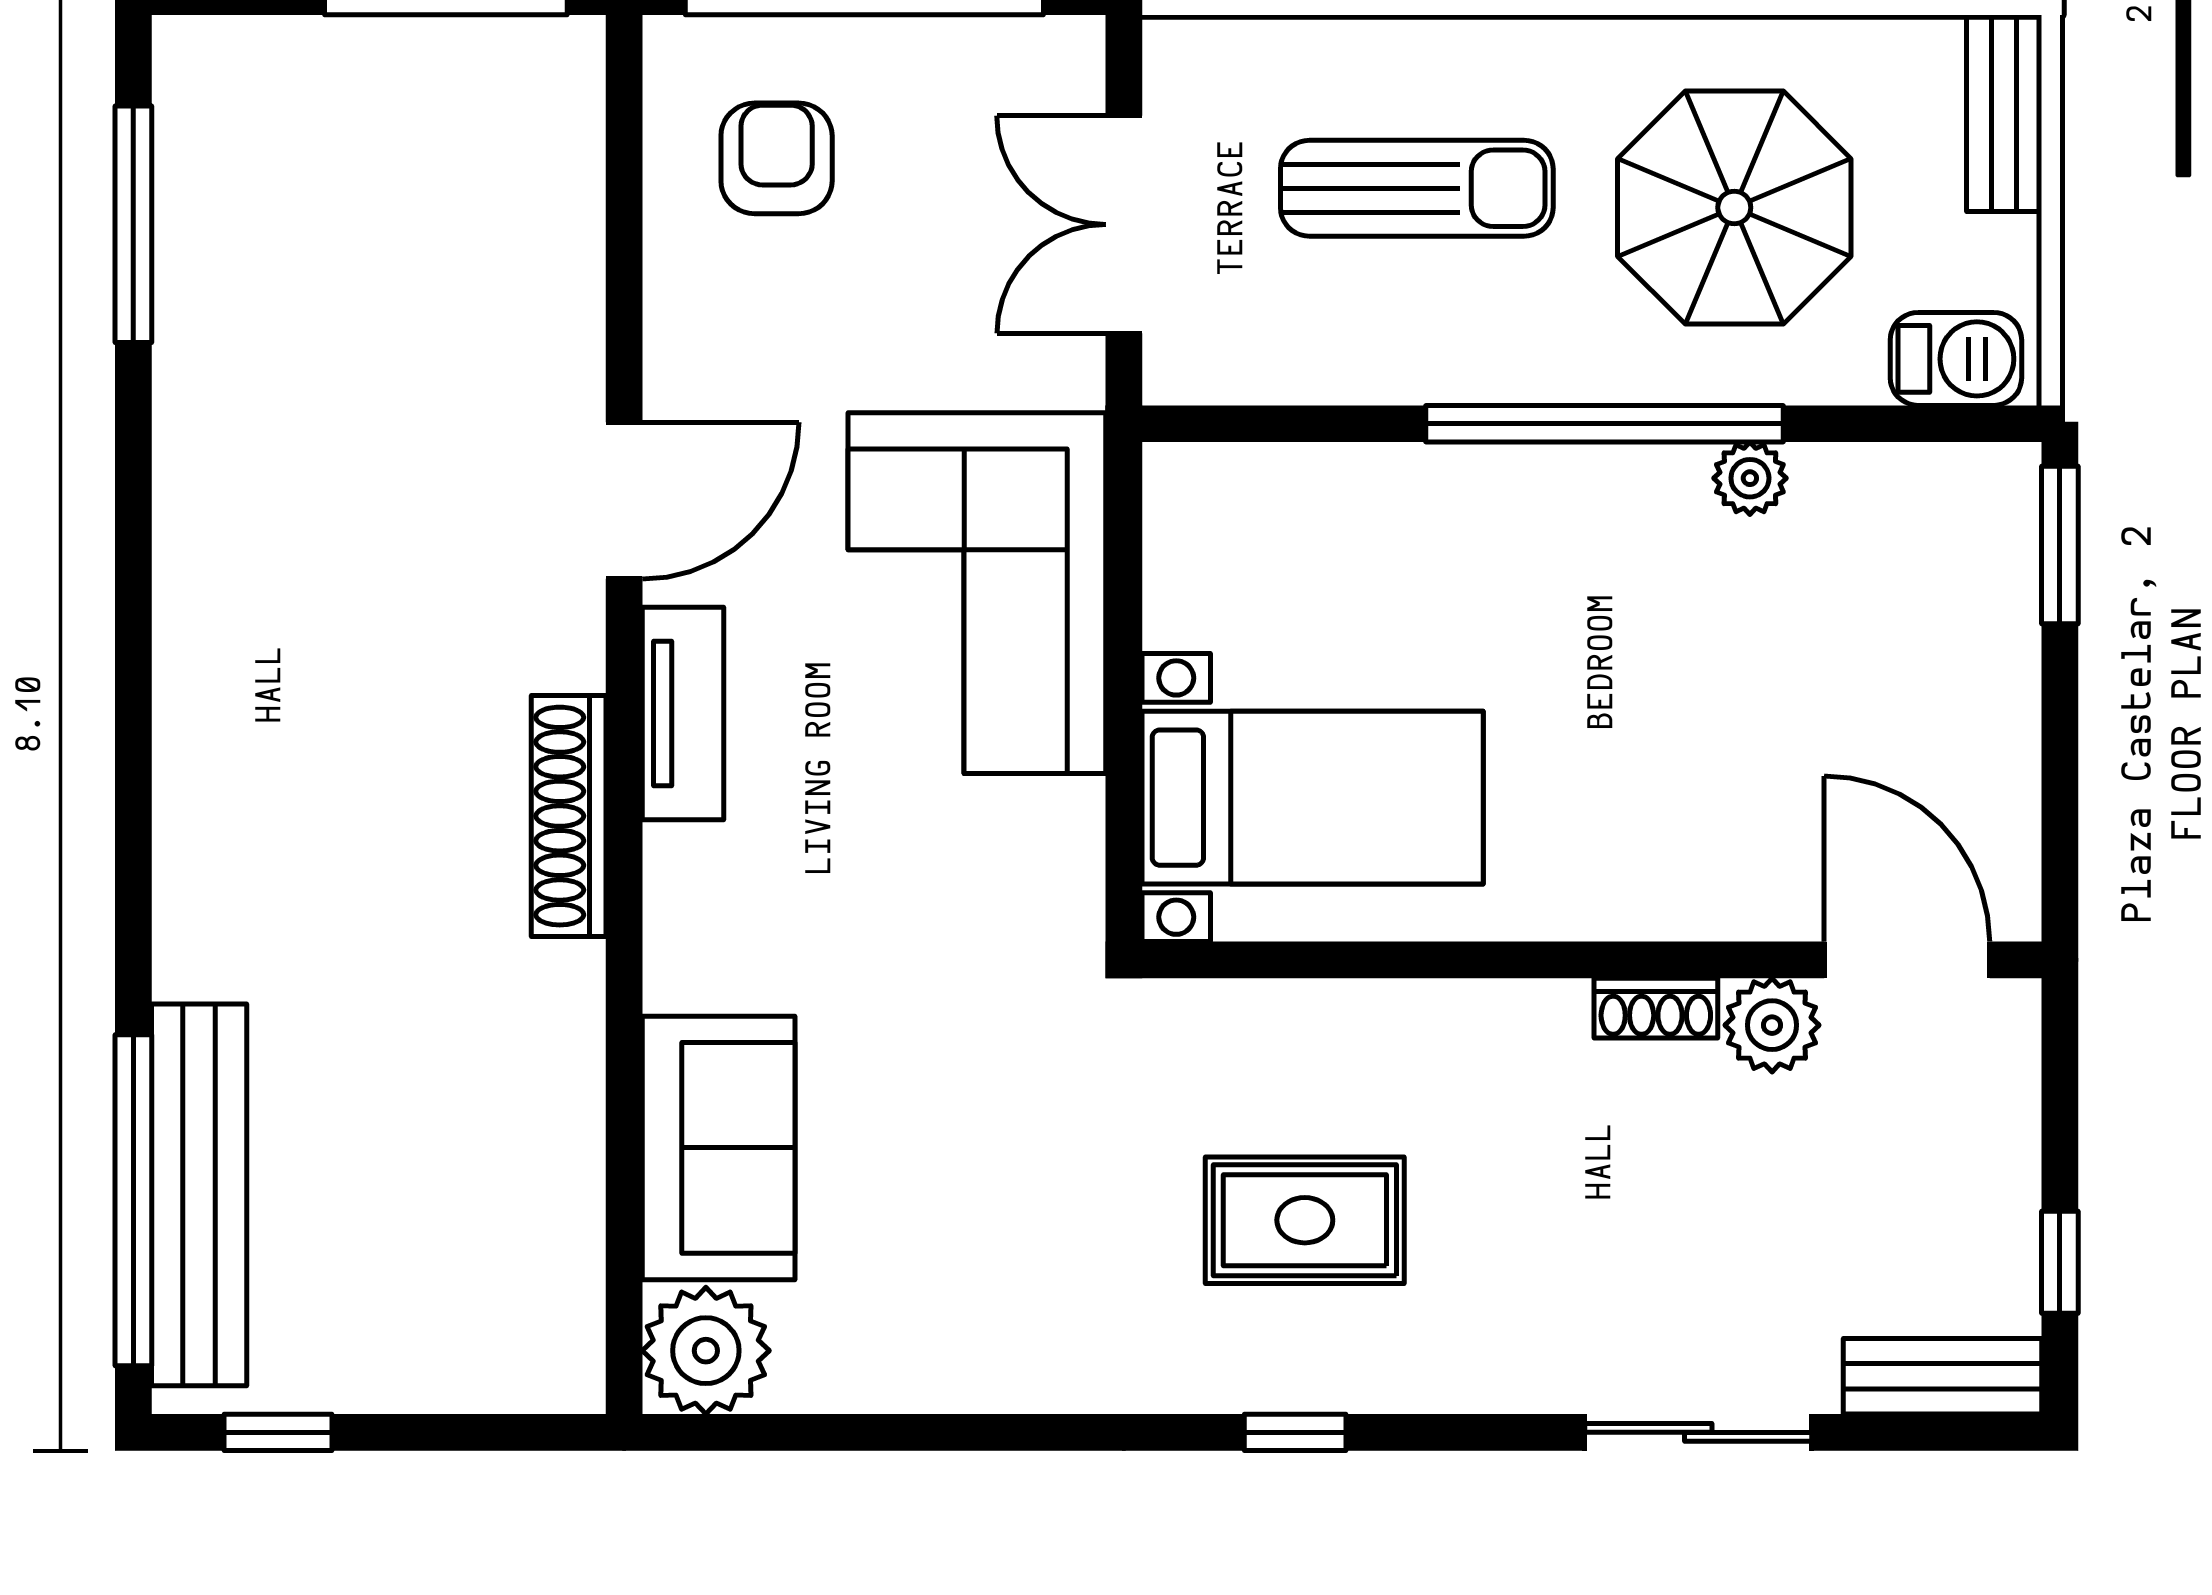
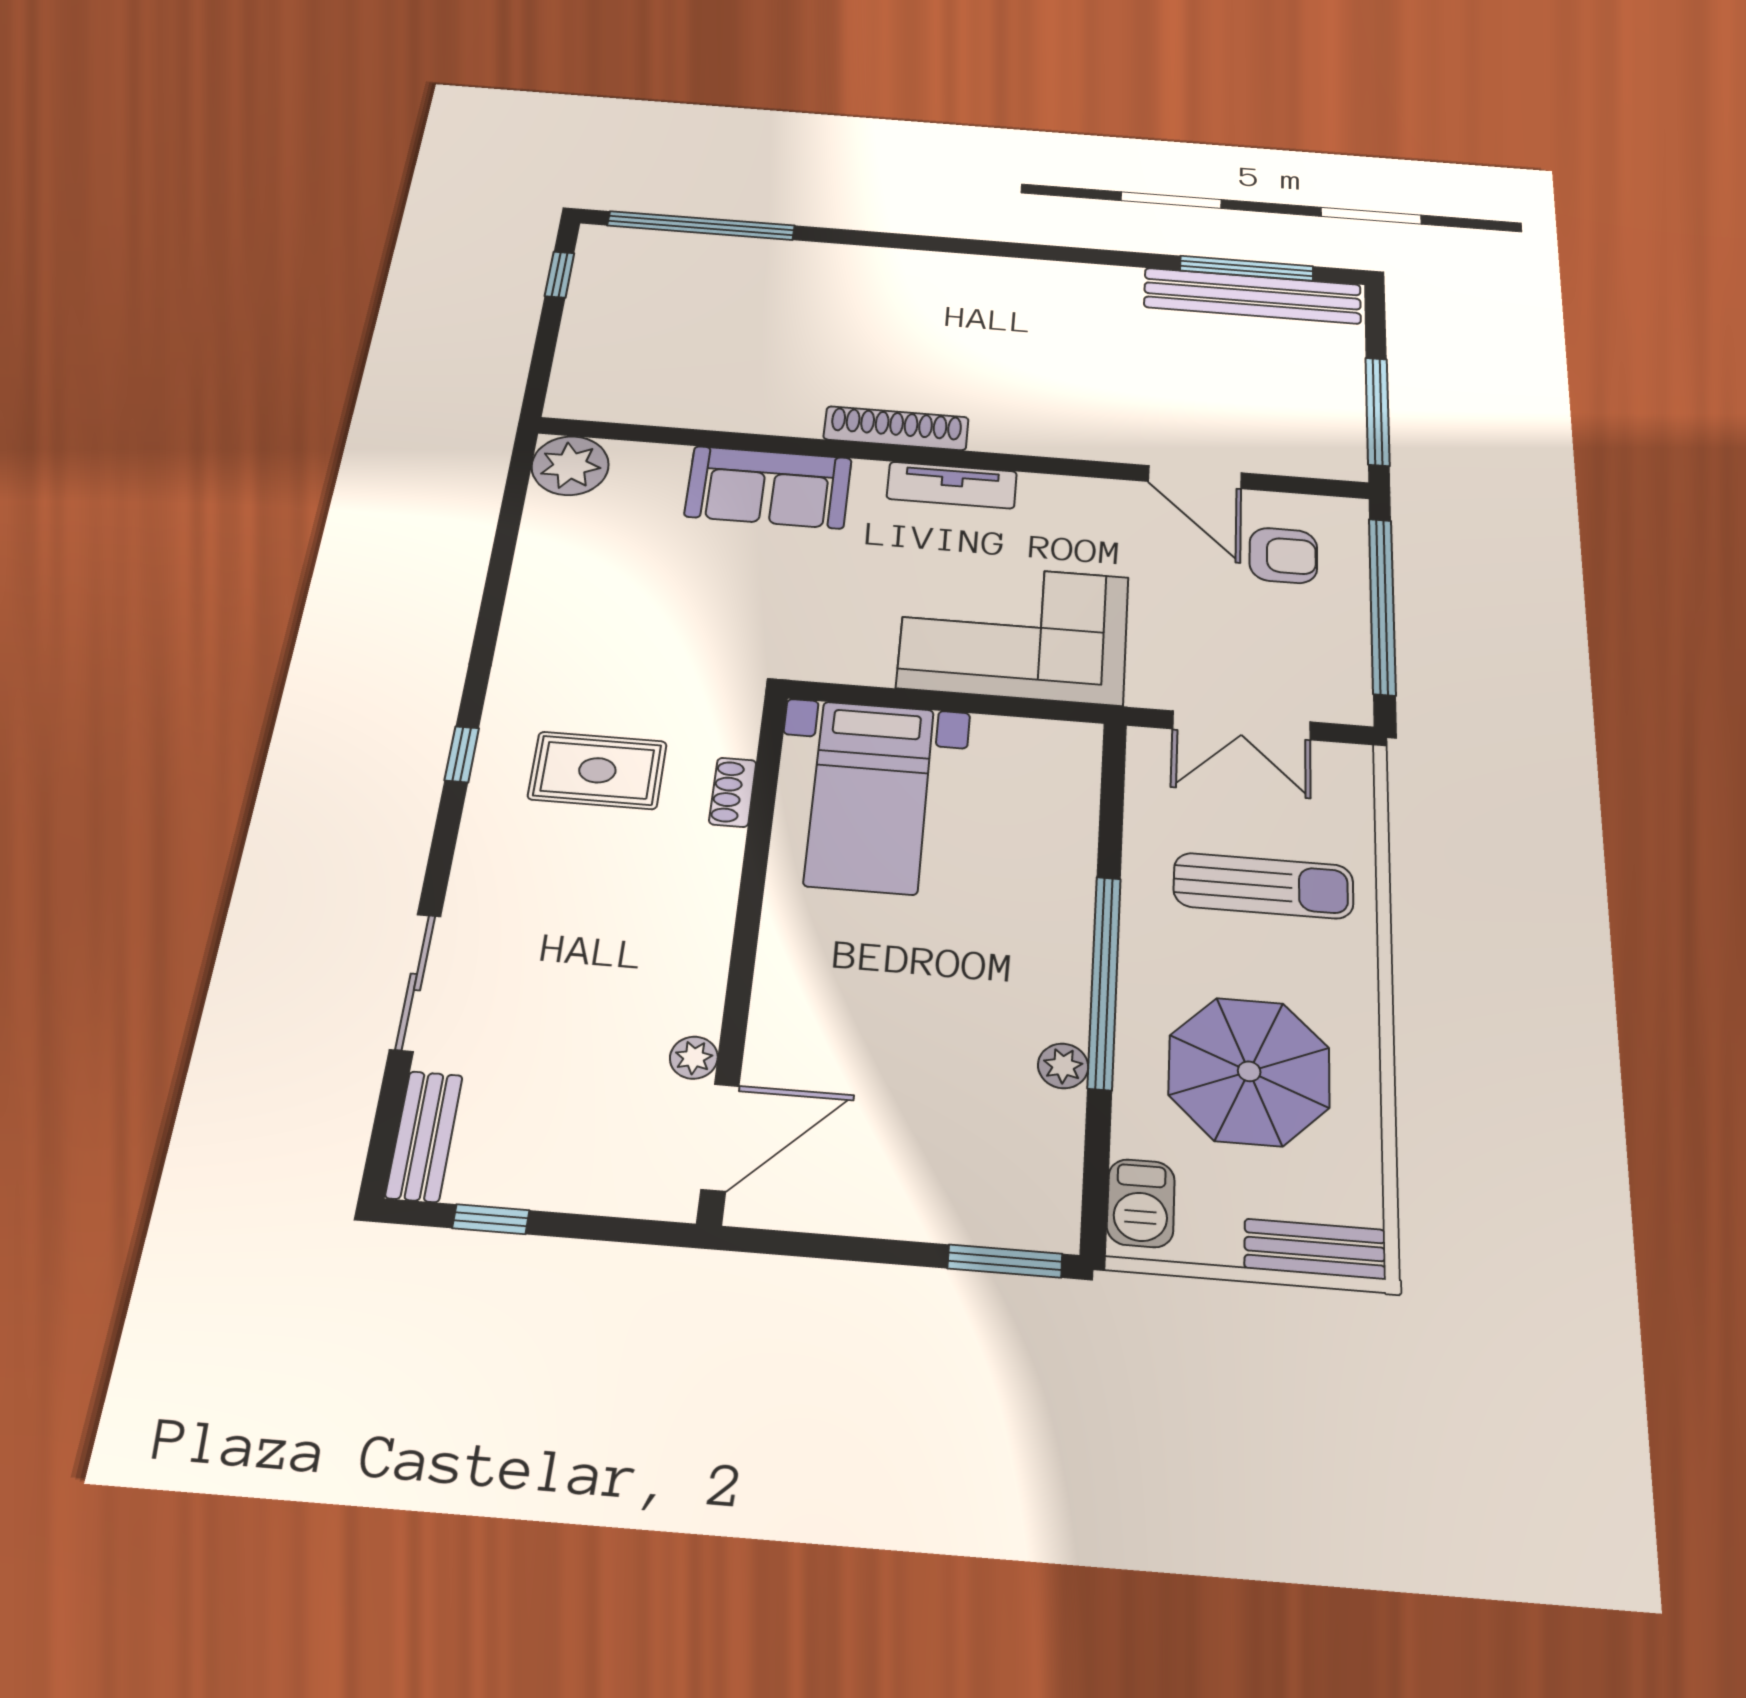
sun lounger: (1417, 188) -> (1263, 886), turned -90
double door: (1124, 225) -> (1241, 725), swing flipped
door: (624, 501) -> (1195, 477), moved
shoe rack: (1656, 1008) -> (733, 792), moved
plant: (1772, 1025) -> (694, 1058), width x0.73, depth x0.73
sofa: (719, 1148) -> (768, 487), moved
bench: (199, 1195) -> (1253, 296), moved
rug: (1305, 1220) -> (597, 770), turned 90

